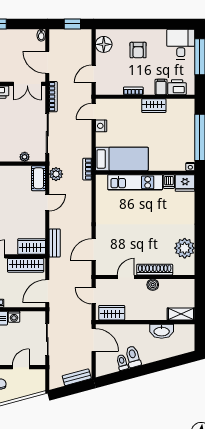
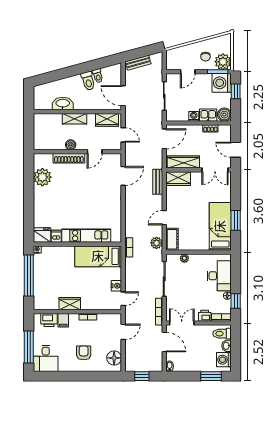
shelving: (181, 314) -> (74, 119), moved

